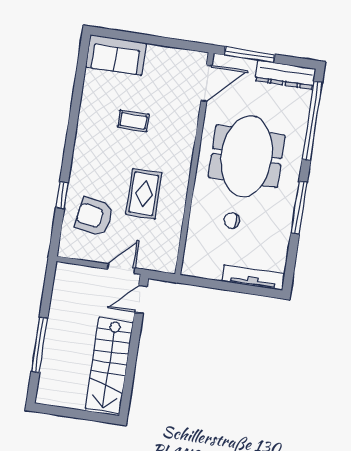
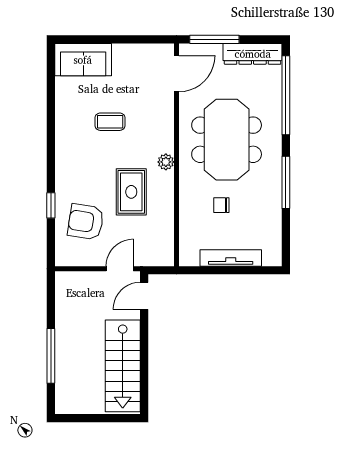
plant: (183, 169) -> (166, 162), added
tv unit: (253, 278) -> (231, 258), moved

